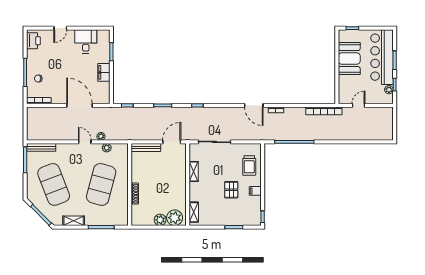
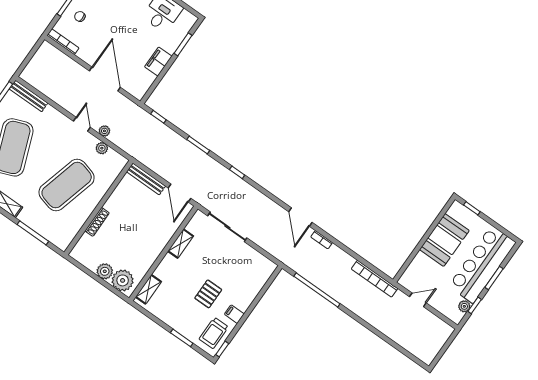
door: (172, 142) -> (179, 193), swing flipped
trolley: (249, 165) -> (214, 333), moved

